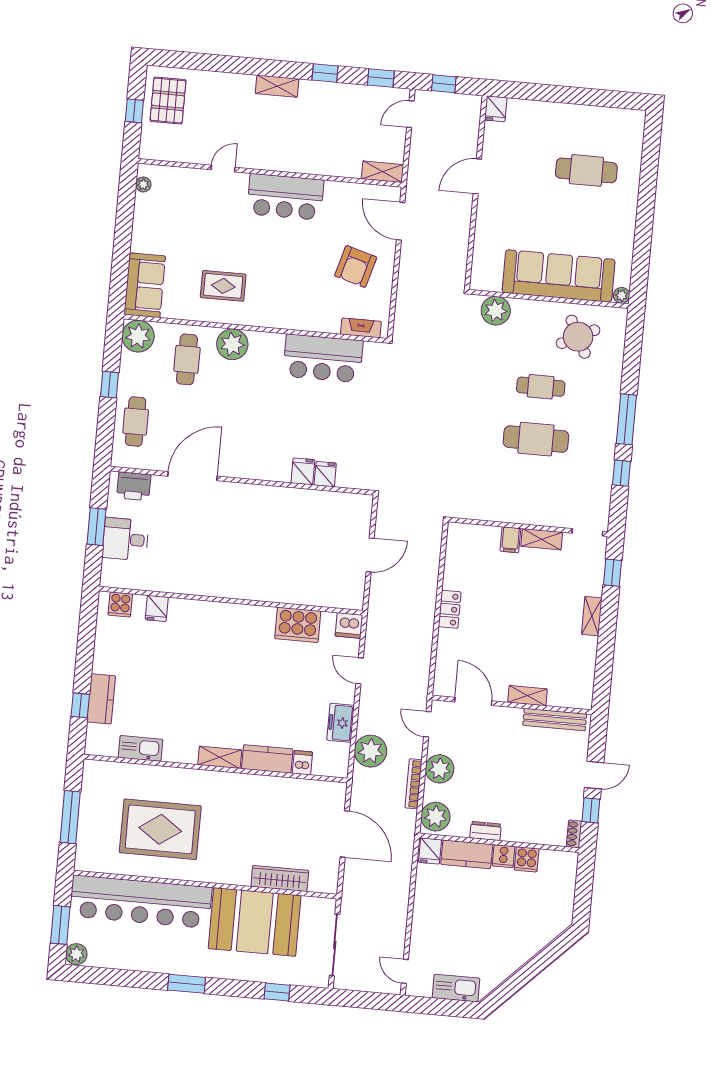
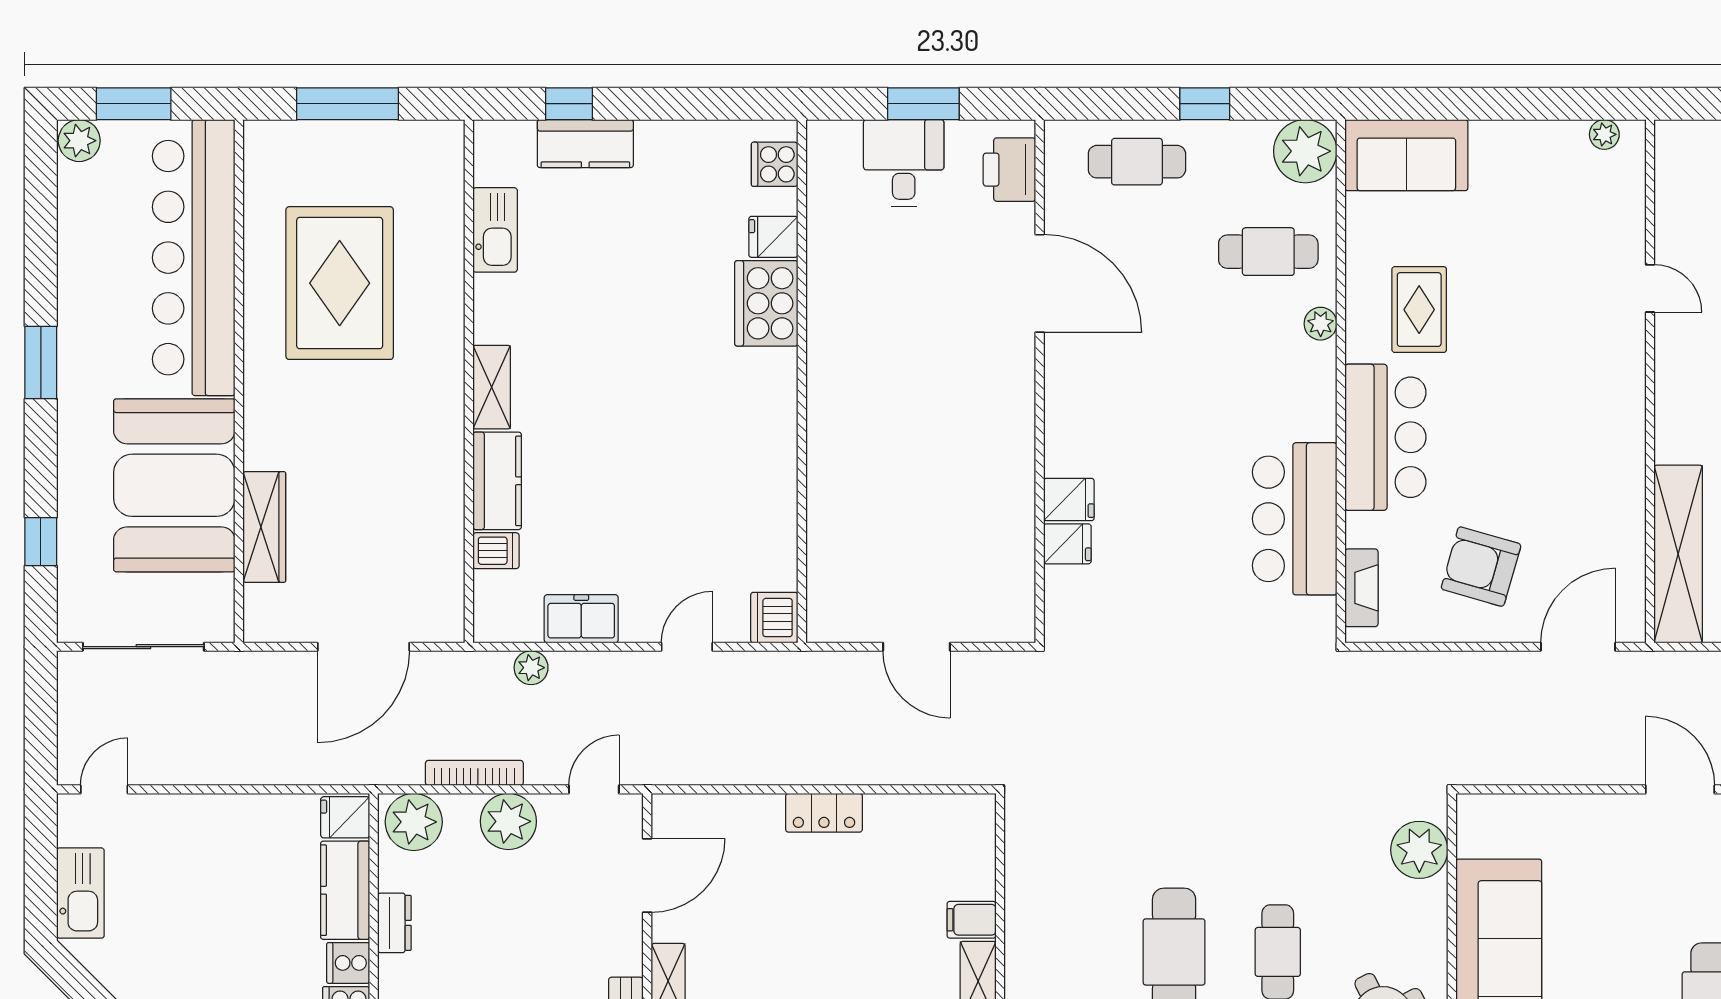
shelving: (382, 172) -> (1678, 554), width x2.20, depth x1.33
bar counter: (285, 197) -> (1385, 437), moved, turned 180
plant: (232, 344) -> (1321, 324), width x0.53, depth x0.53
cooker: (298, 625) -> (766, 303), moved
plant: (371, 751) -> (531, 668), width x0.53, depth x0.53

